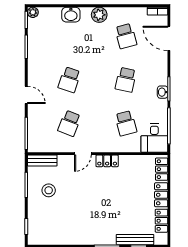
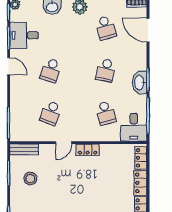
desk: (42, 44) -> (24, 35), added
washbasin: (163, 92) -> (140, 83), width x1.91, depth x1.45
door: (26, 95) -> (9, 66), moved

